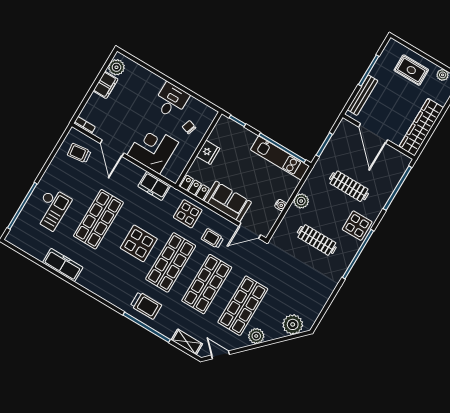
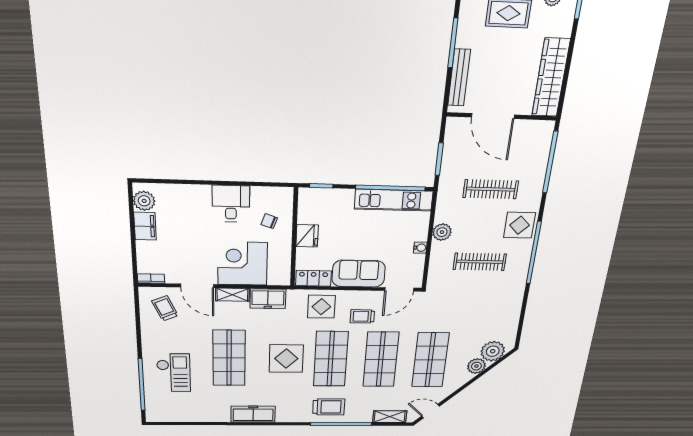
trolley: (79, 153) -> (165, 308), turned 73
shelving: (132, 169) -> (232, 295), added
freezer: (63, 265) -> (253, 414), moved
plant: (256, 336) -> (476, 366), moved

